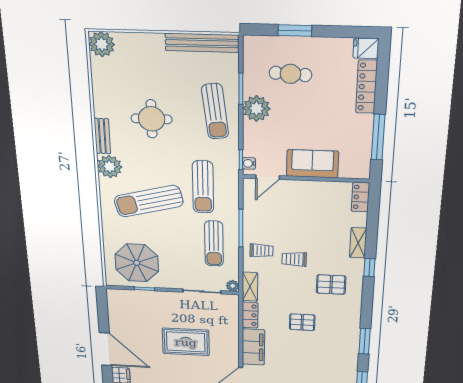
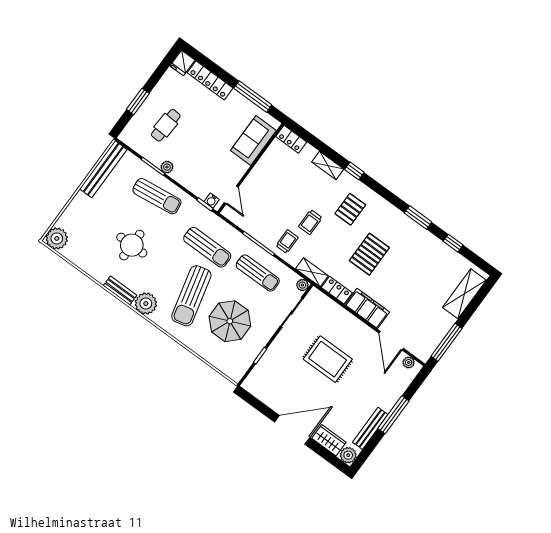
plant: (256, 108) -> (167, 167), width x0.53, depth x0.53
sofa: (312, 164) -> (253, 141), moved
parasol: (137, 263) -> (230, 321), moved
pallet: (302, 322) -> (369, 254), width x1.50, depth x1.42
rug: (186, 342) -> (328, 359), turned 90

